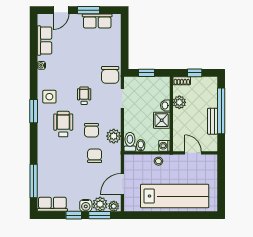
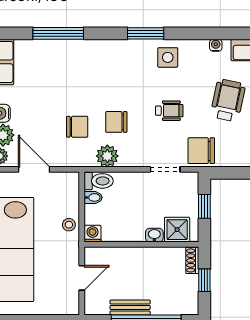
plant: (179, 102) -> (159, 257), removed
shower: (162, 120) -> (177, 230), moved
wheelchair: (63, 124) -> (228, 100), moved, turned -78
window: (34, 181) -> (58, 33), moved

